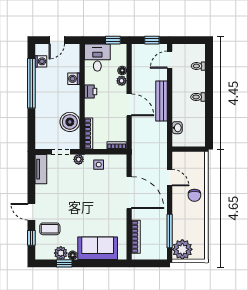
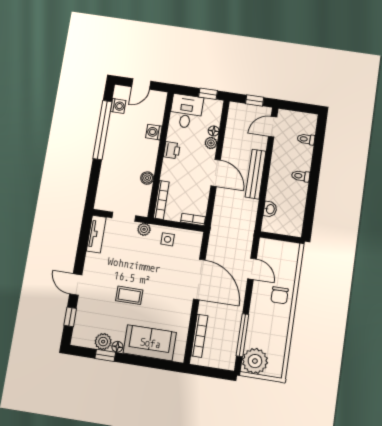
boiler: (70, 122) -> (147, 178), width x0.54, depth x0.54
coffee table: (50, 229) -> (129, 295), moved

